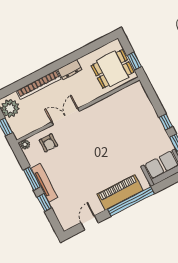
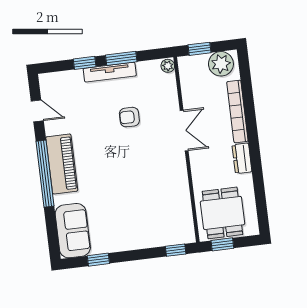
window: (166, 122) -> (176, 250), moved
armchair: (48, 143) -> (129, 117), moved

